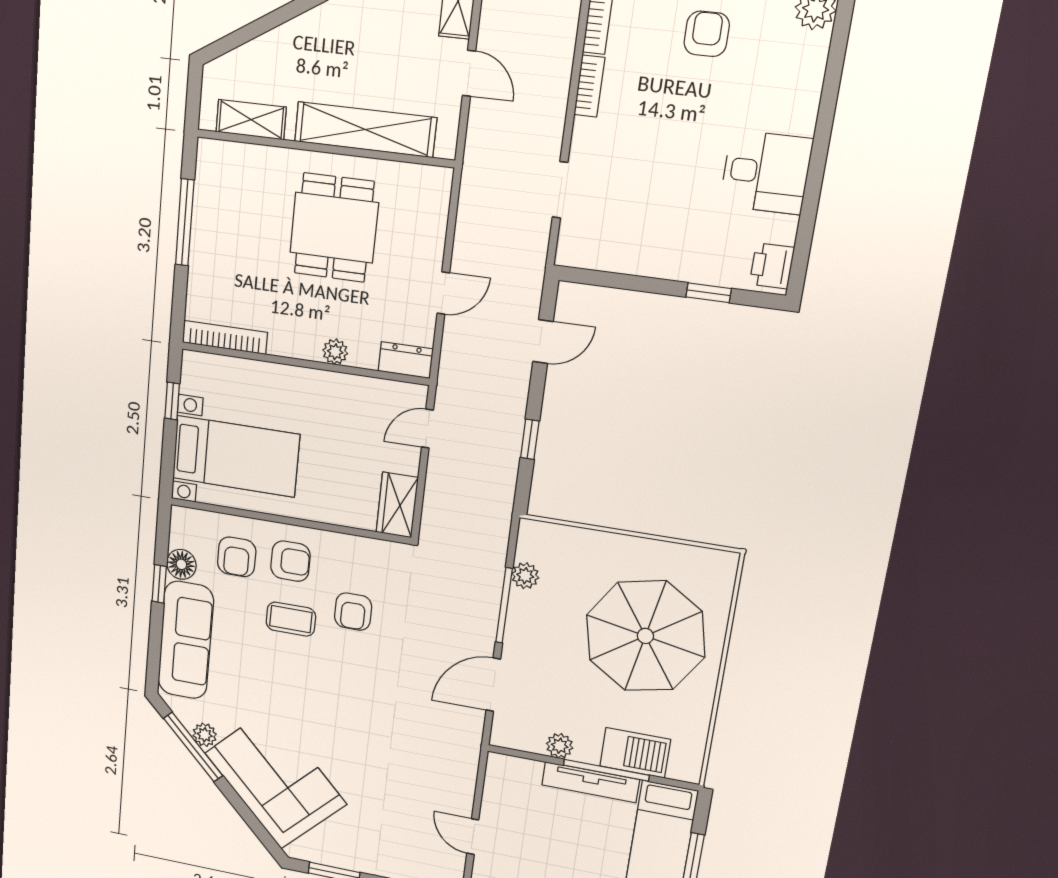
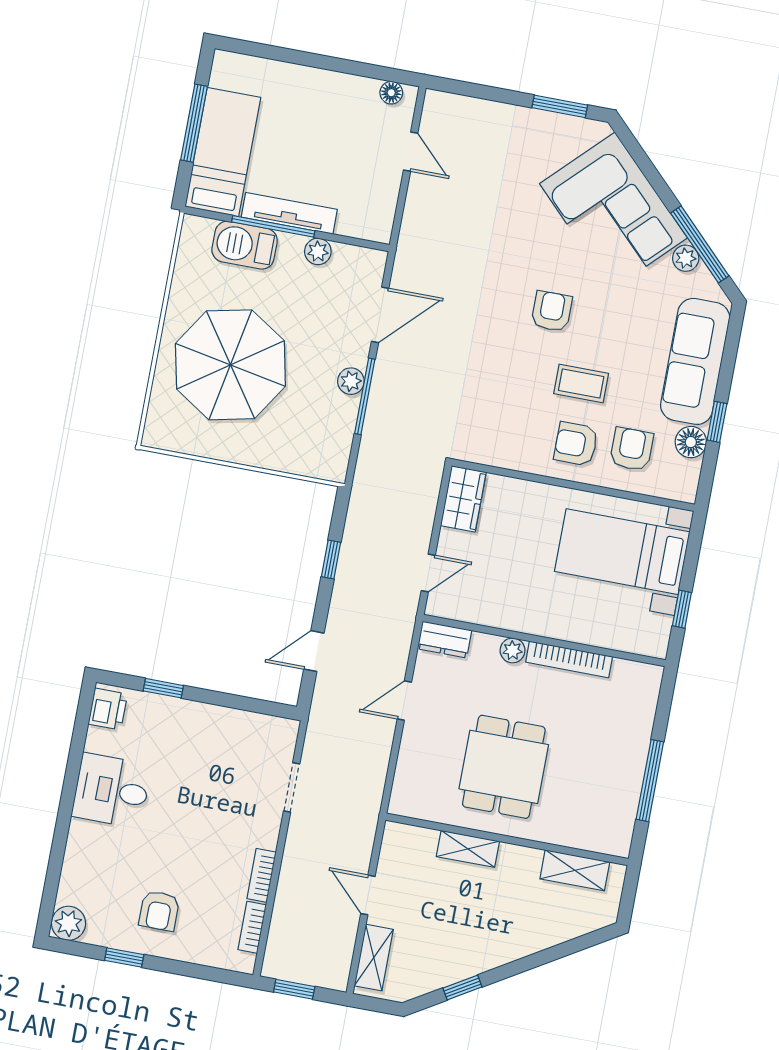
shelving: (365, 130) -> (468, 849), width x0.45, depth x0.75
bookcase: (225, 337) -> (569, 659), moved
plant: (525, 576) -> (351, 381), moved
armchair: (353, 612) -> (552, 311), moved

